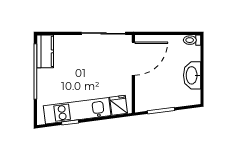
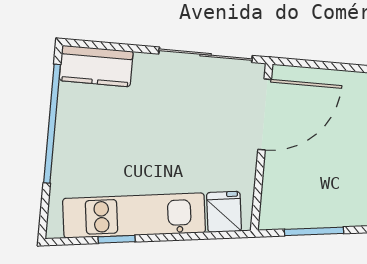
kitchen counter: (45, 51) -> (96, 66), moved, turned 90

